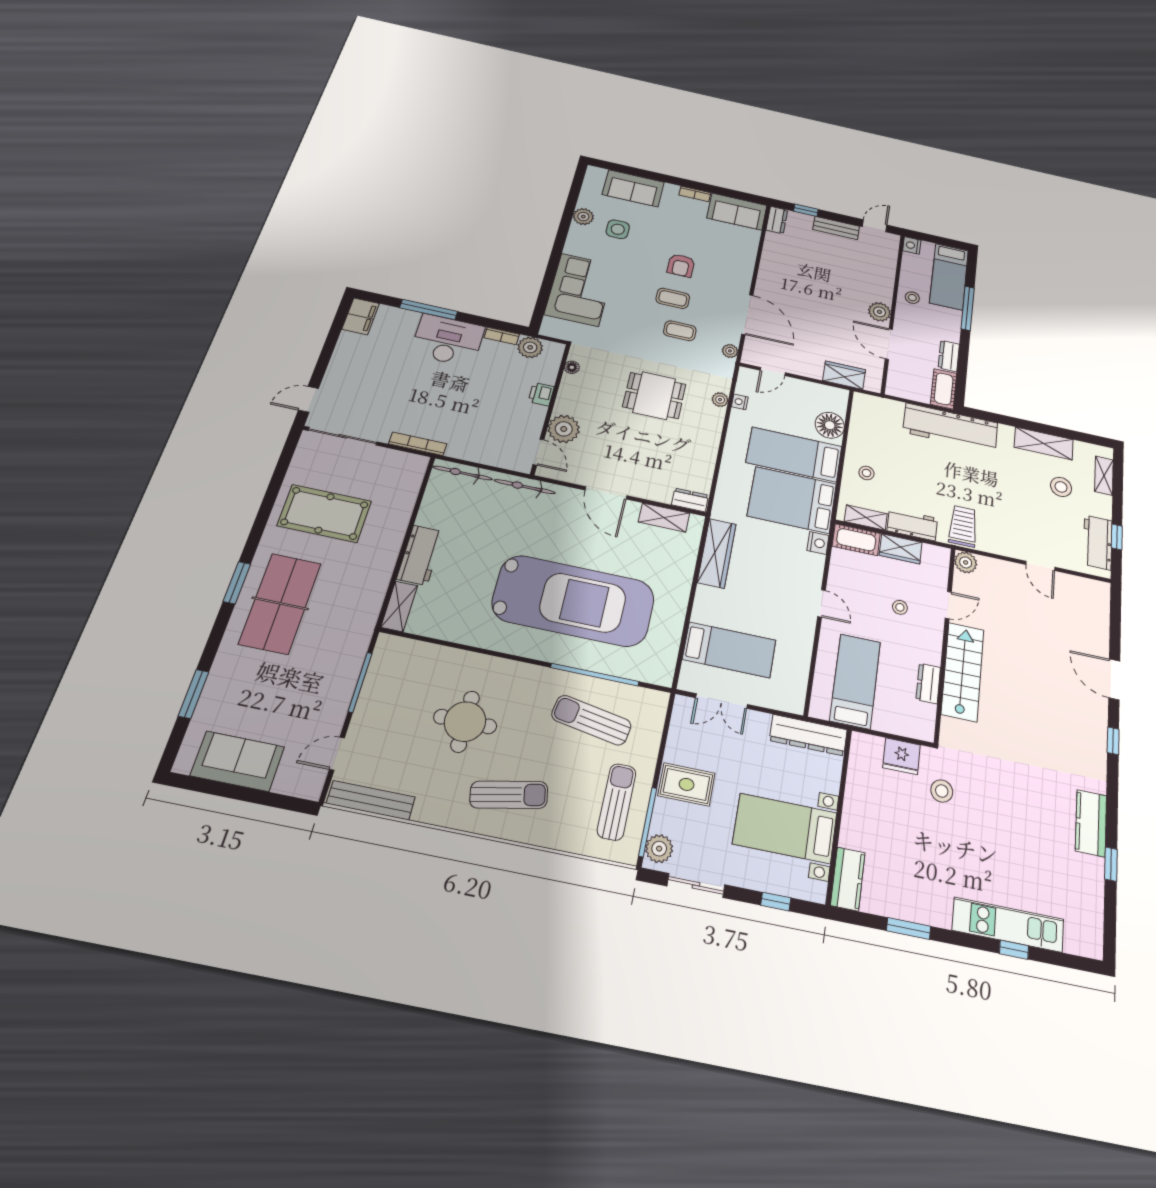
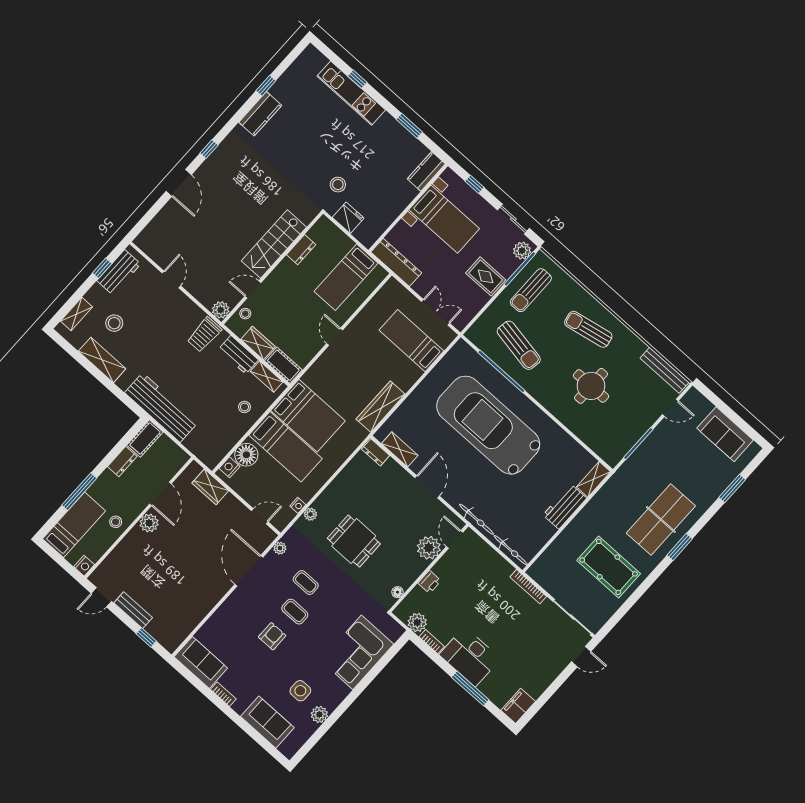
dresser: (777, 220) -> (175, 640), removed
nightstand: (818, 543) -> (229, 467), moved
stool: (900, 607) -> (245, 314), moved

